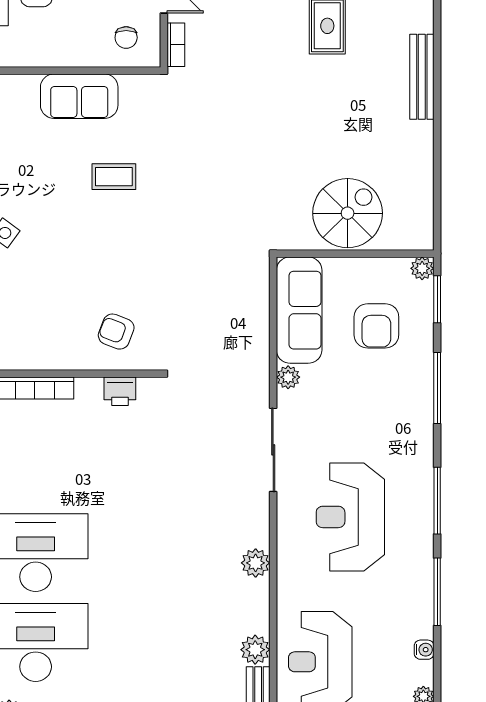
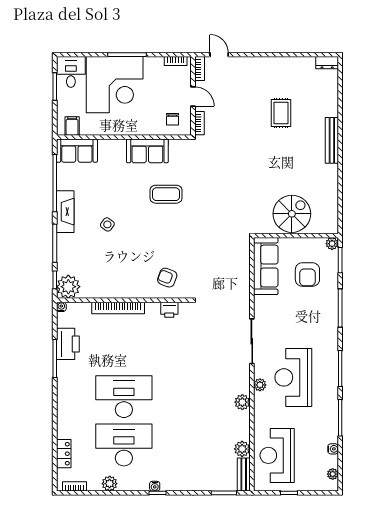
coffee table: (114, 177) -> (166, 194), width x1.36, depth x1.30
plant: (288, 377) -> (260, 385), moved

